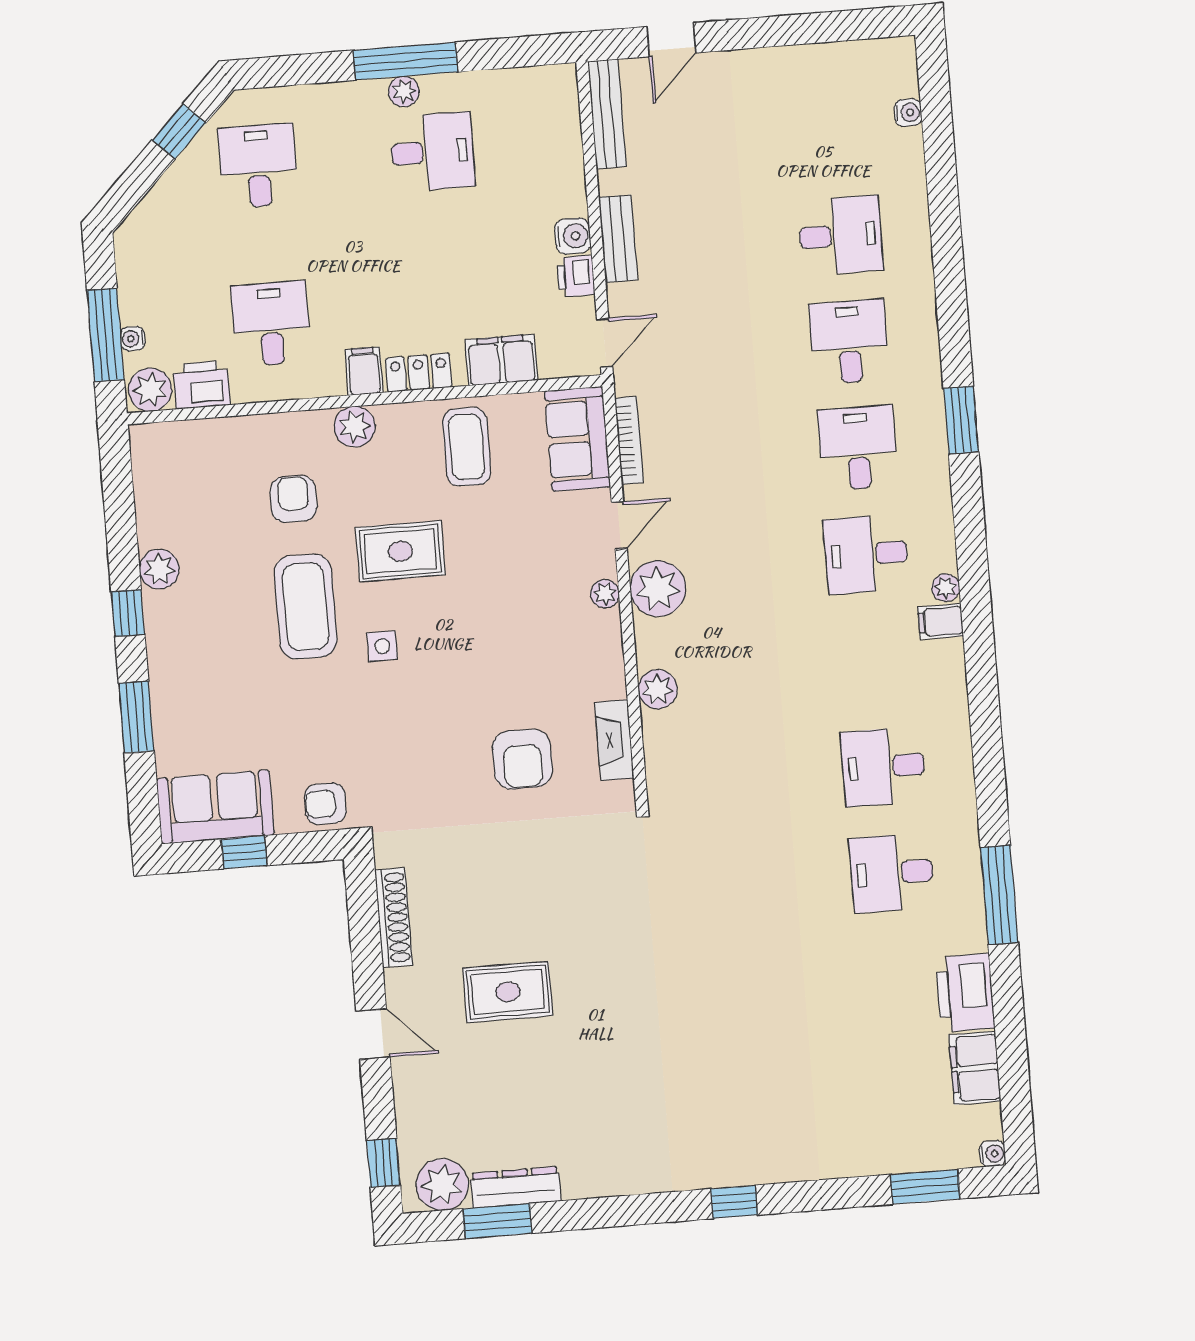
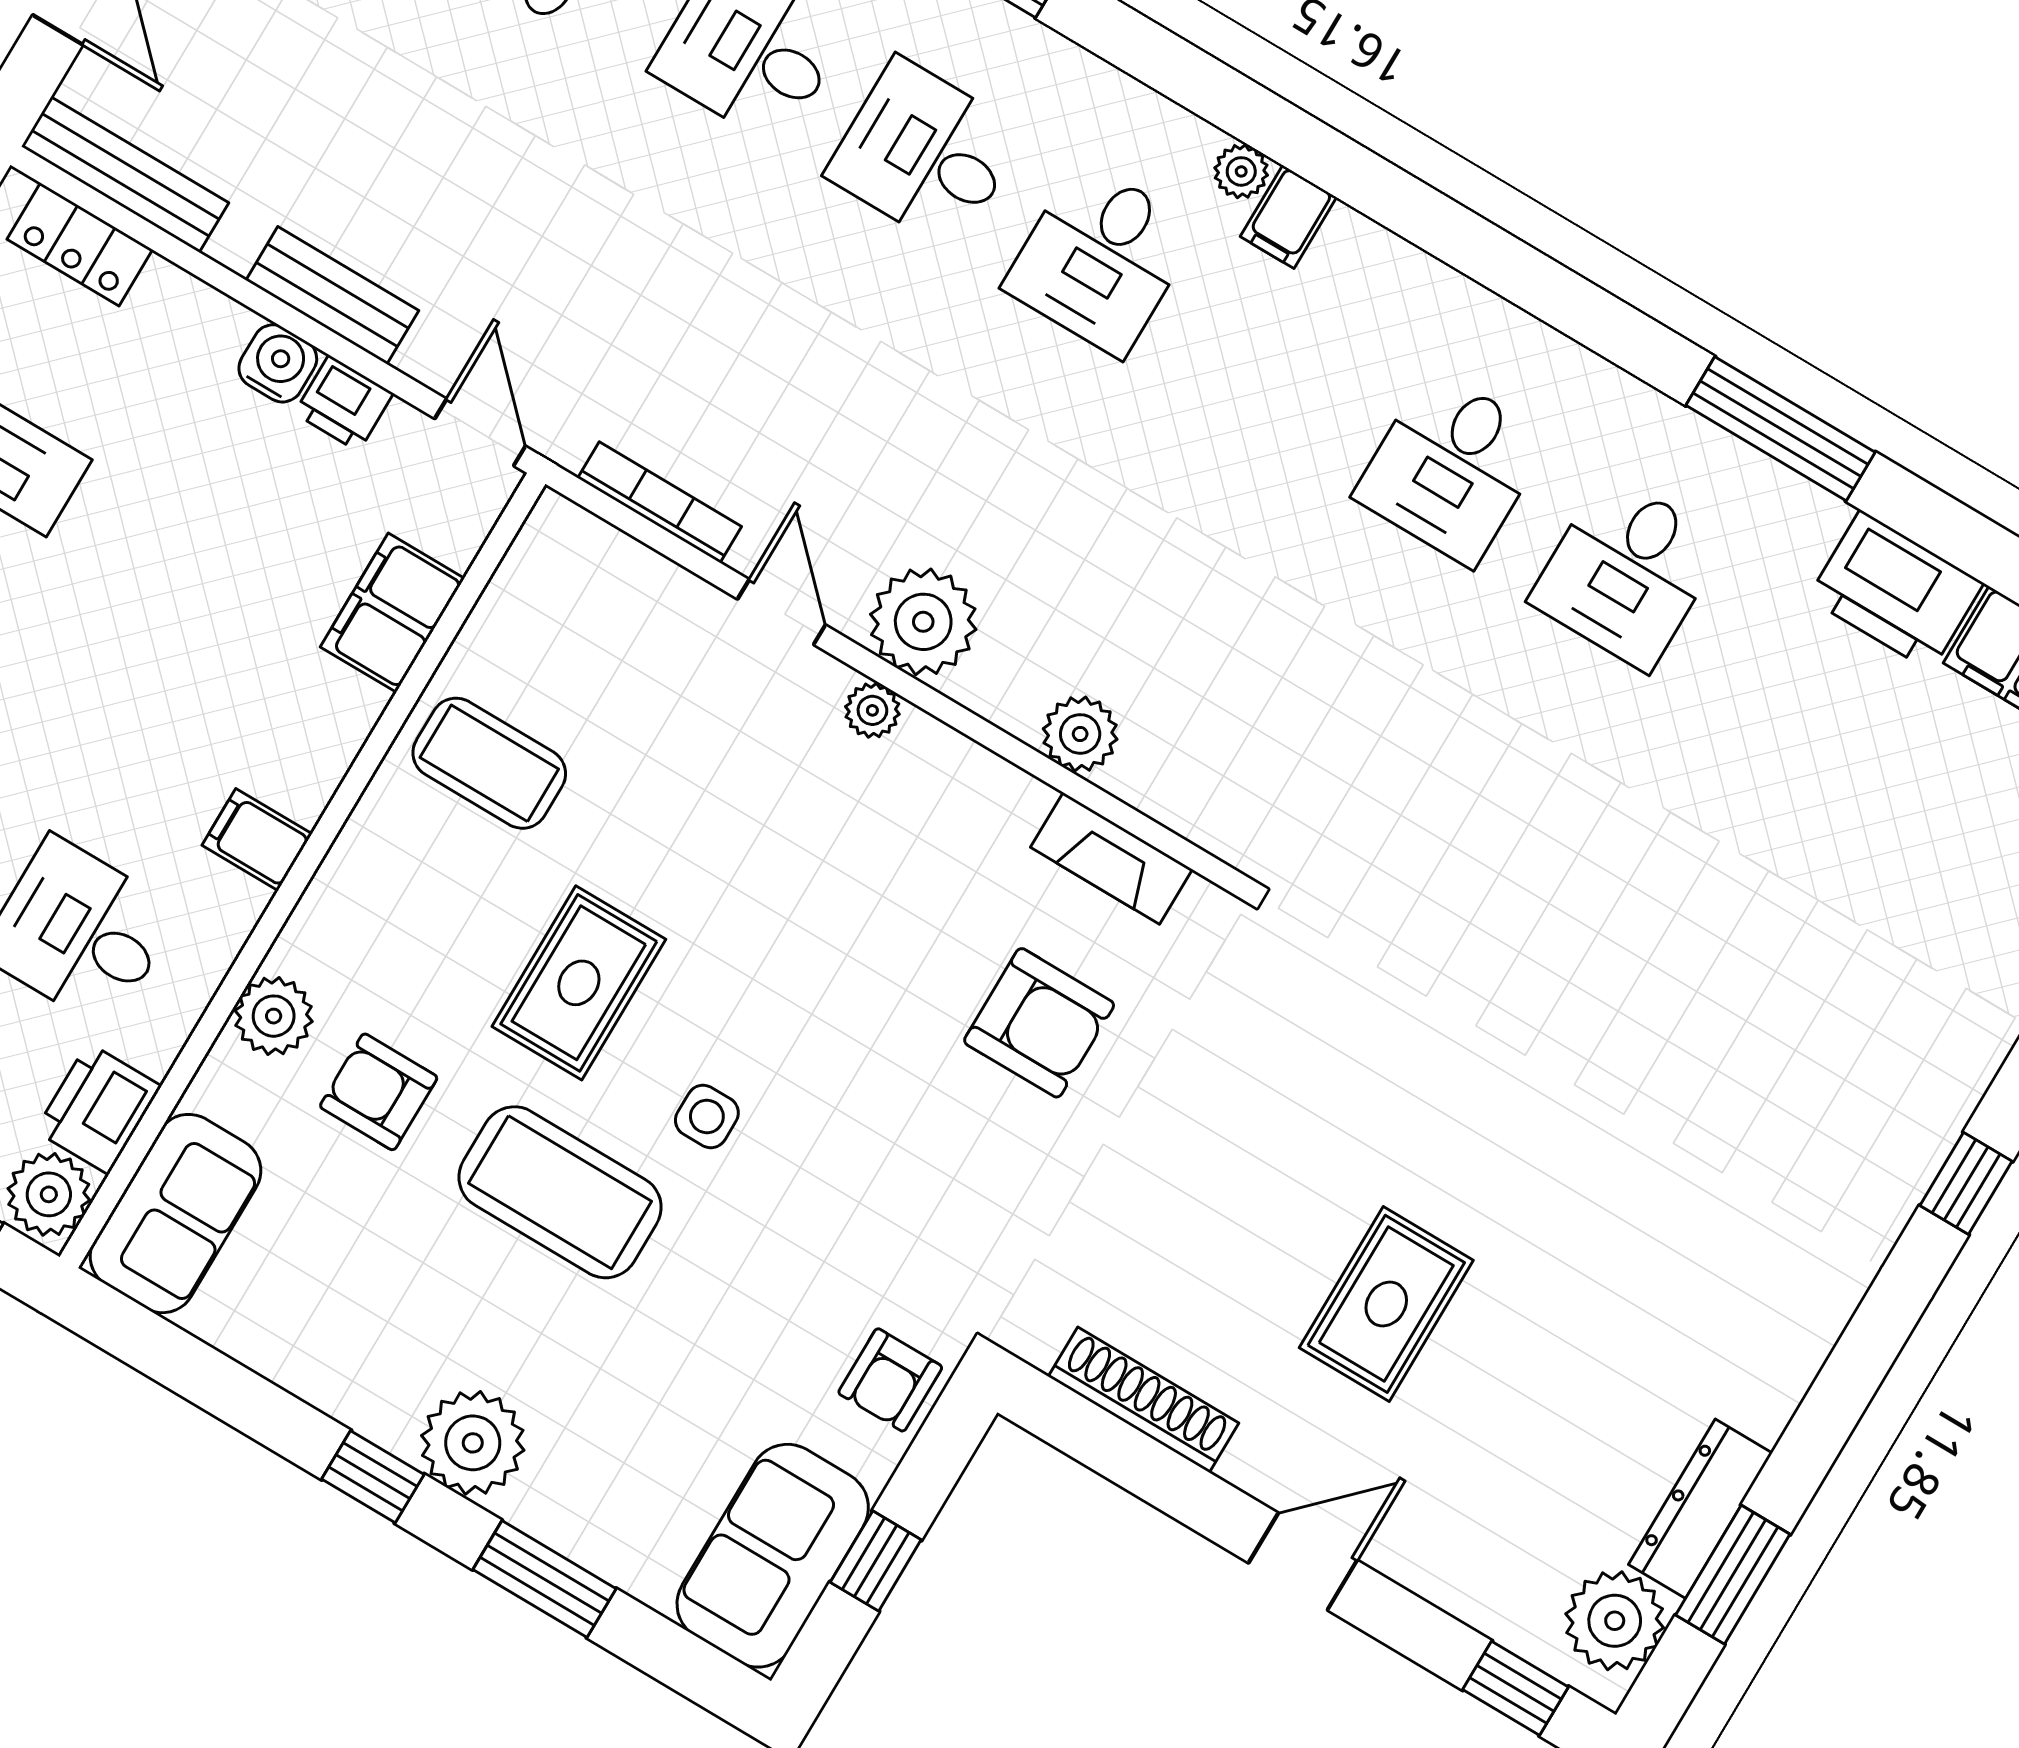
locker: (419, 373) -> (80, 244), moved, turned -90
plant: (355, 427) -> (274, 1016), moved
sofa: (577, 439) -> (176, 1214), moved, turned -90
plant: (159, 569) -> (473, 1443), moved, width x1.36, depth x1.36

